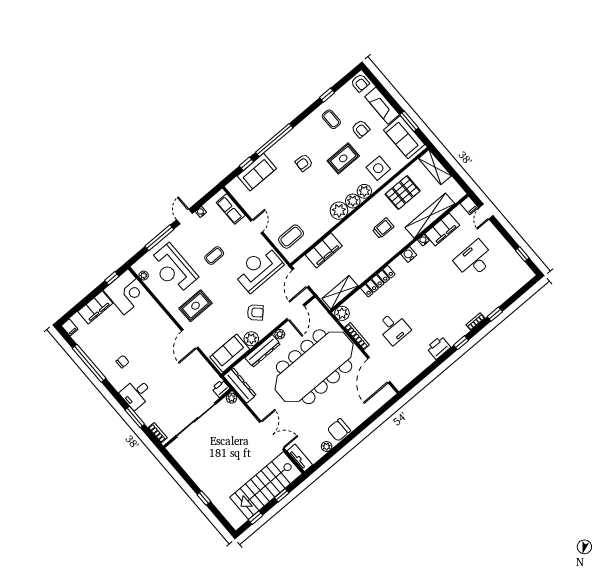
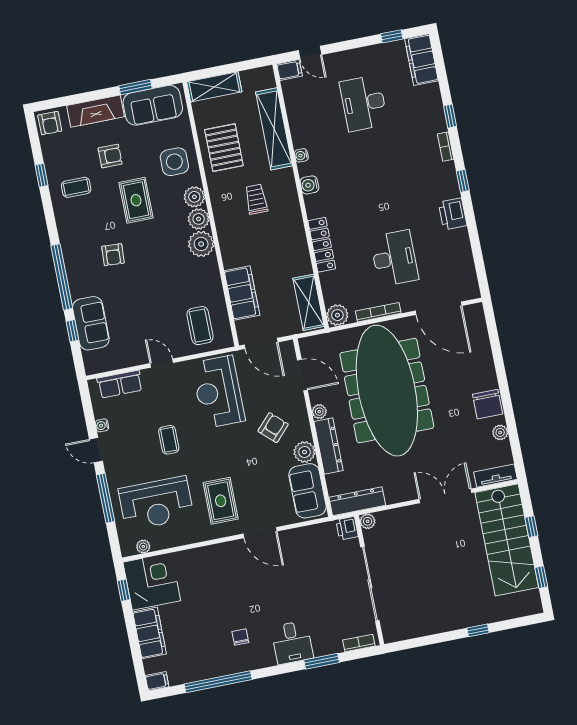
armchair: (360, 83) -> (50, 123), turned 90
filing cabinet: (442, 230) -> (421, 60), moved, turned 180
desk: (394, 328) -> (394, 258), width x1.37

